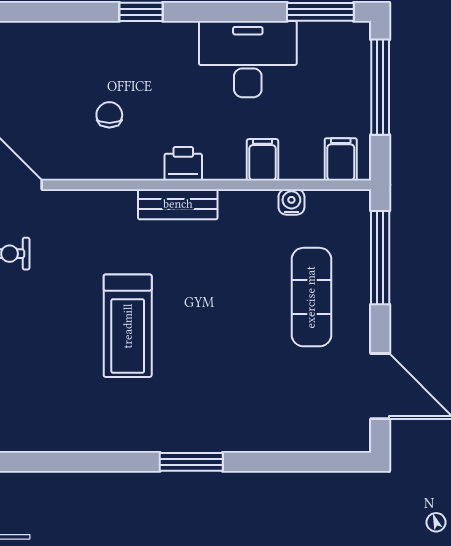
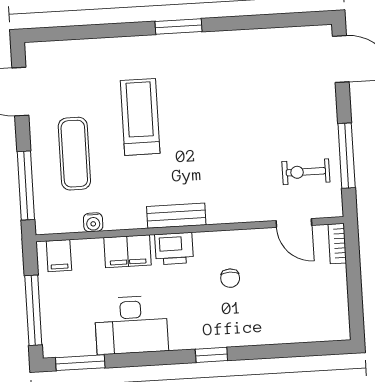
filing cabinet: (262, 160) -> (128, 251), width x2.00
printer: (183, 164) -> (174, 249), width x1.36, depth x1.24
treadmill: (128, 326) -> (140, 117), moved
window: (191, 462) -> (178, 27), moved

